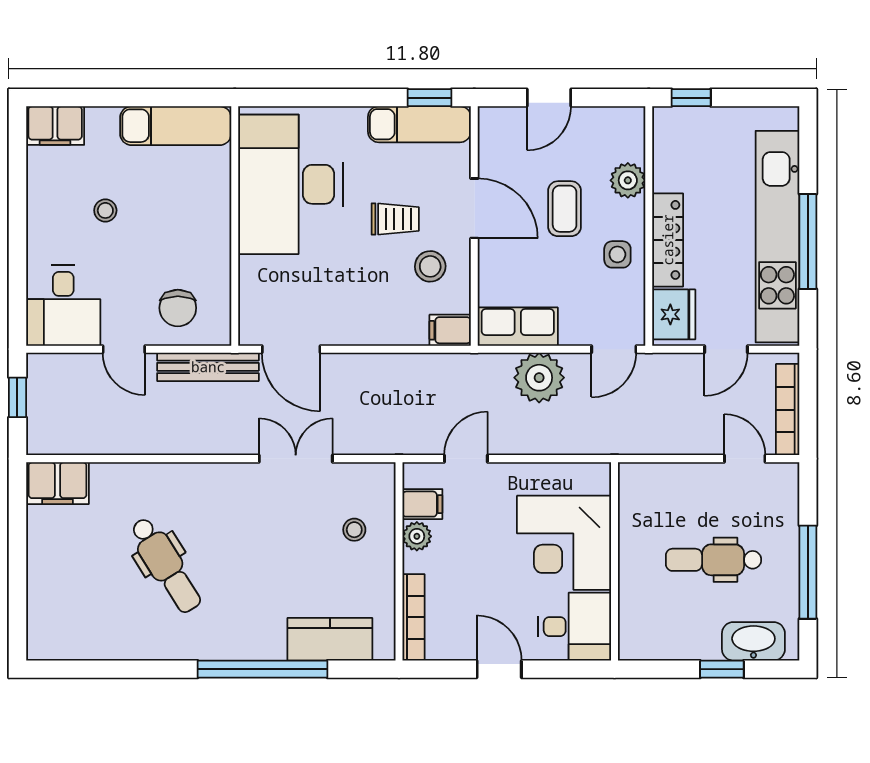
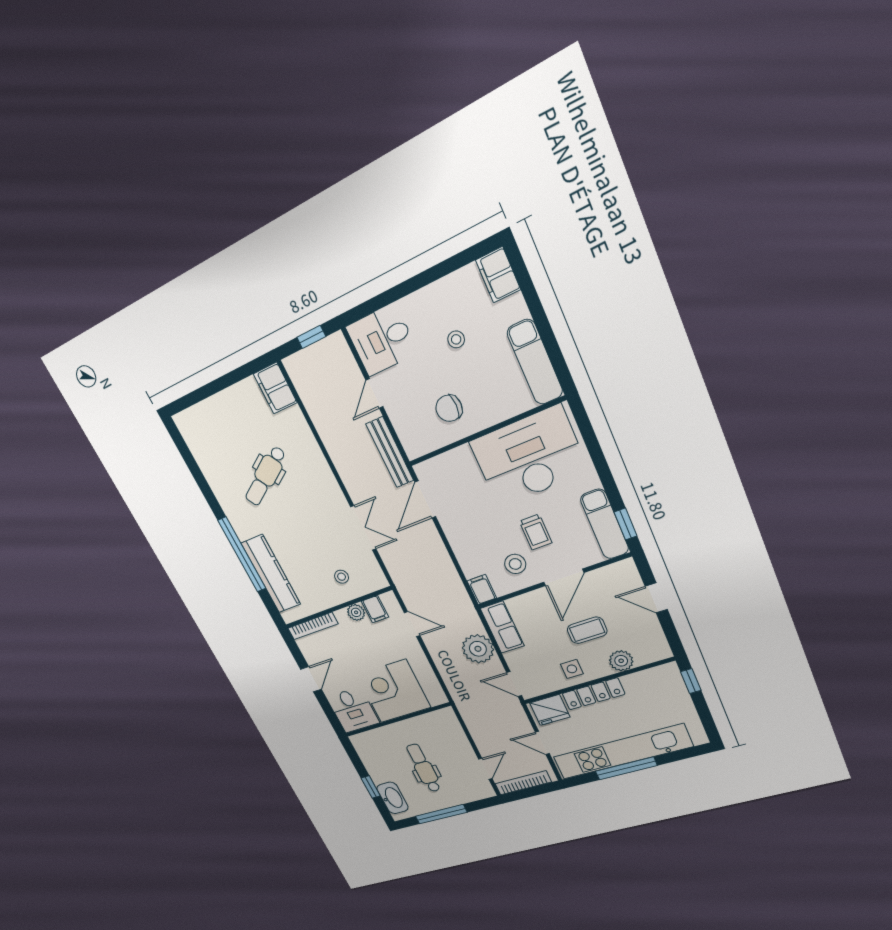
chair: (178, 308) -> (449, 408), moved
kitchen counter: (330, 639) -> (271, 574), width x1.50

